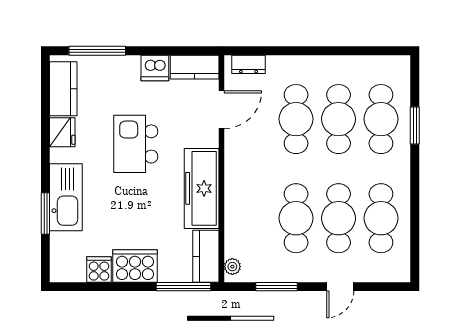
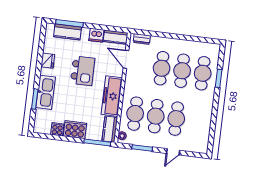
kitchen counter: (63, 89) -> (67, 32), moved, turned 90
door: (221, 110) -> (126, 59), swing flipped
kitchen island: (136, 144) -> (83, 71), turned 180
cafe table: (381, 218) -> (135, 114), moved

